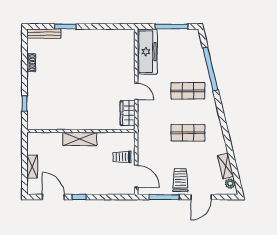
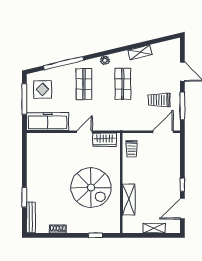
display table: (182, 46) -> (43, 89), added
spiral stairs: (76, 98) -> (91, 188), added
shelving: (80, 139) -> (129, 200), moved
trolley: (122, 157) -> (132, 149), moved
shelving: (225, 166) -> (140, 52), moved
trolley: (180, 180) -> (159, 100), moved
plant: (230, 184) -> (105, 60), moved

